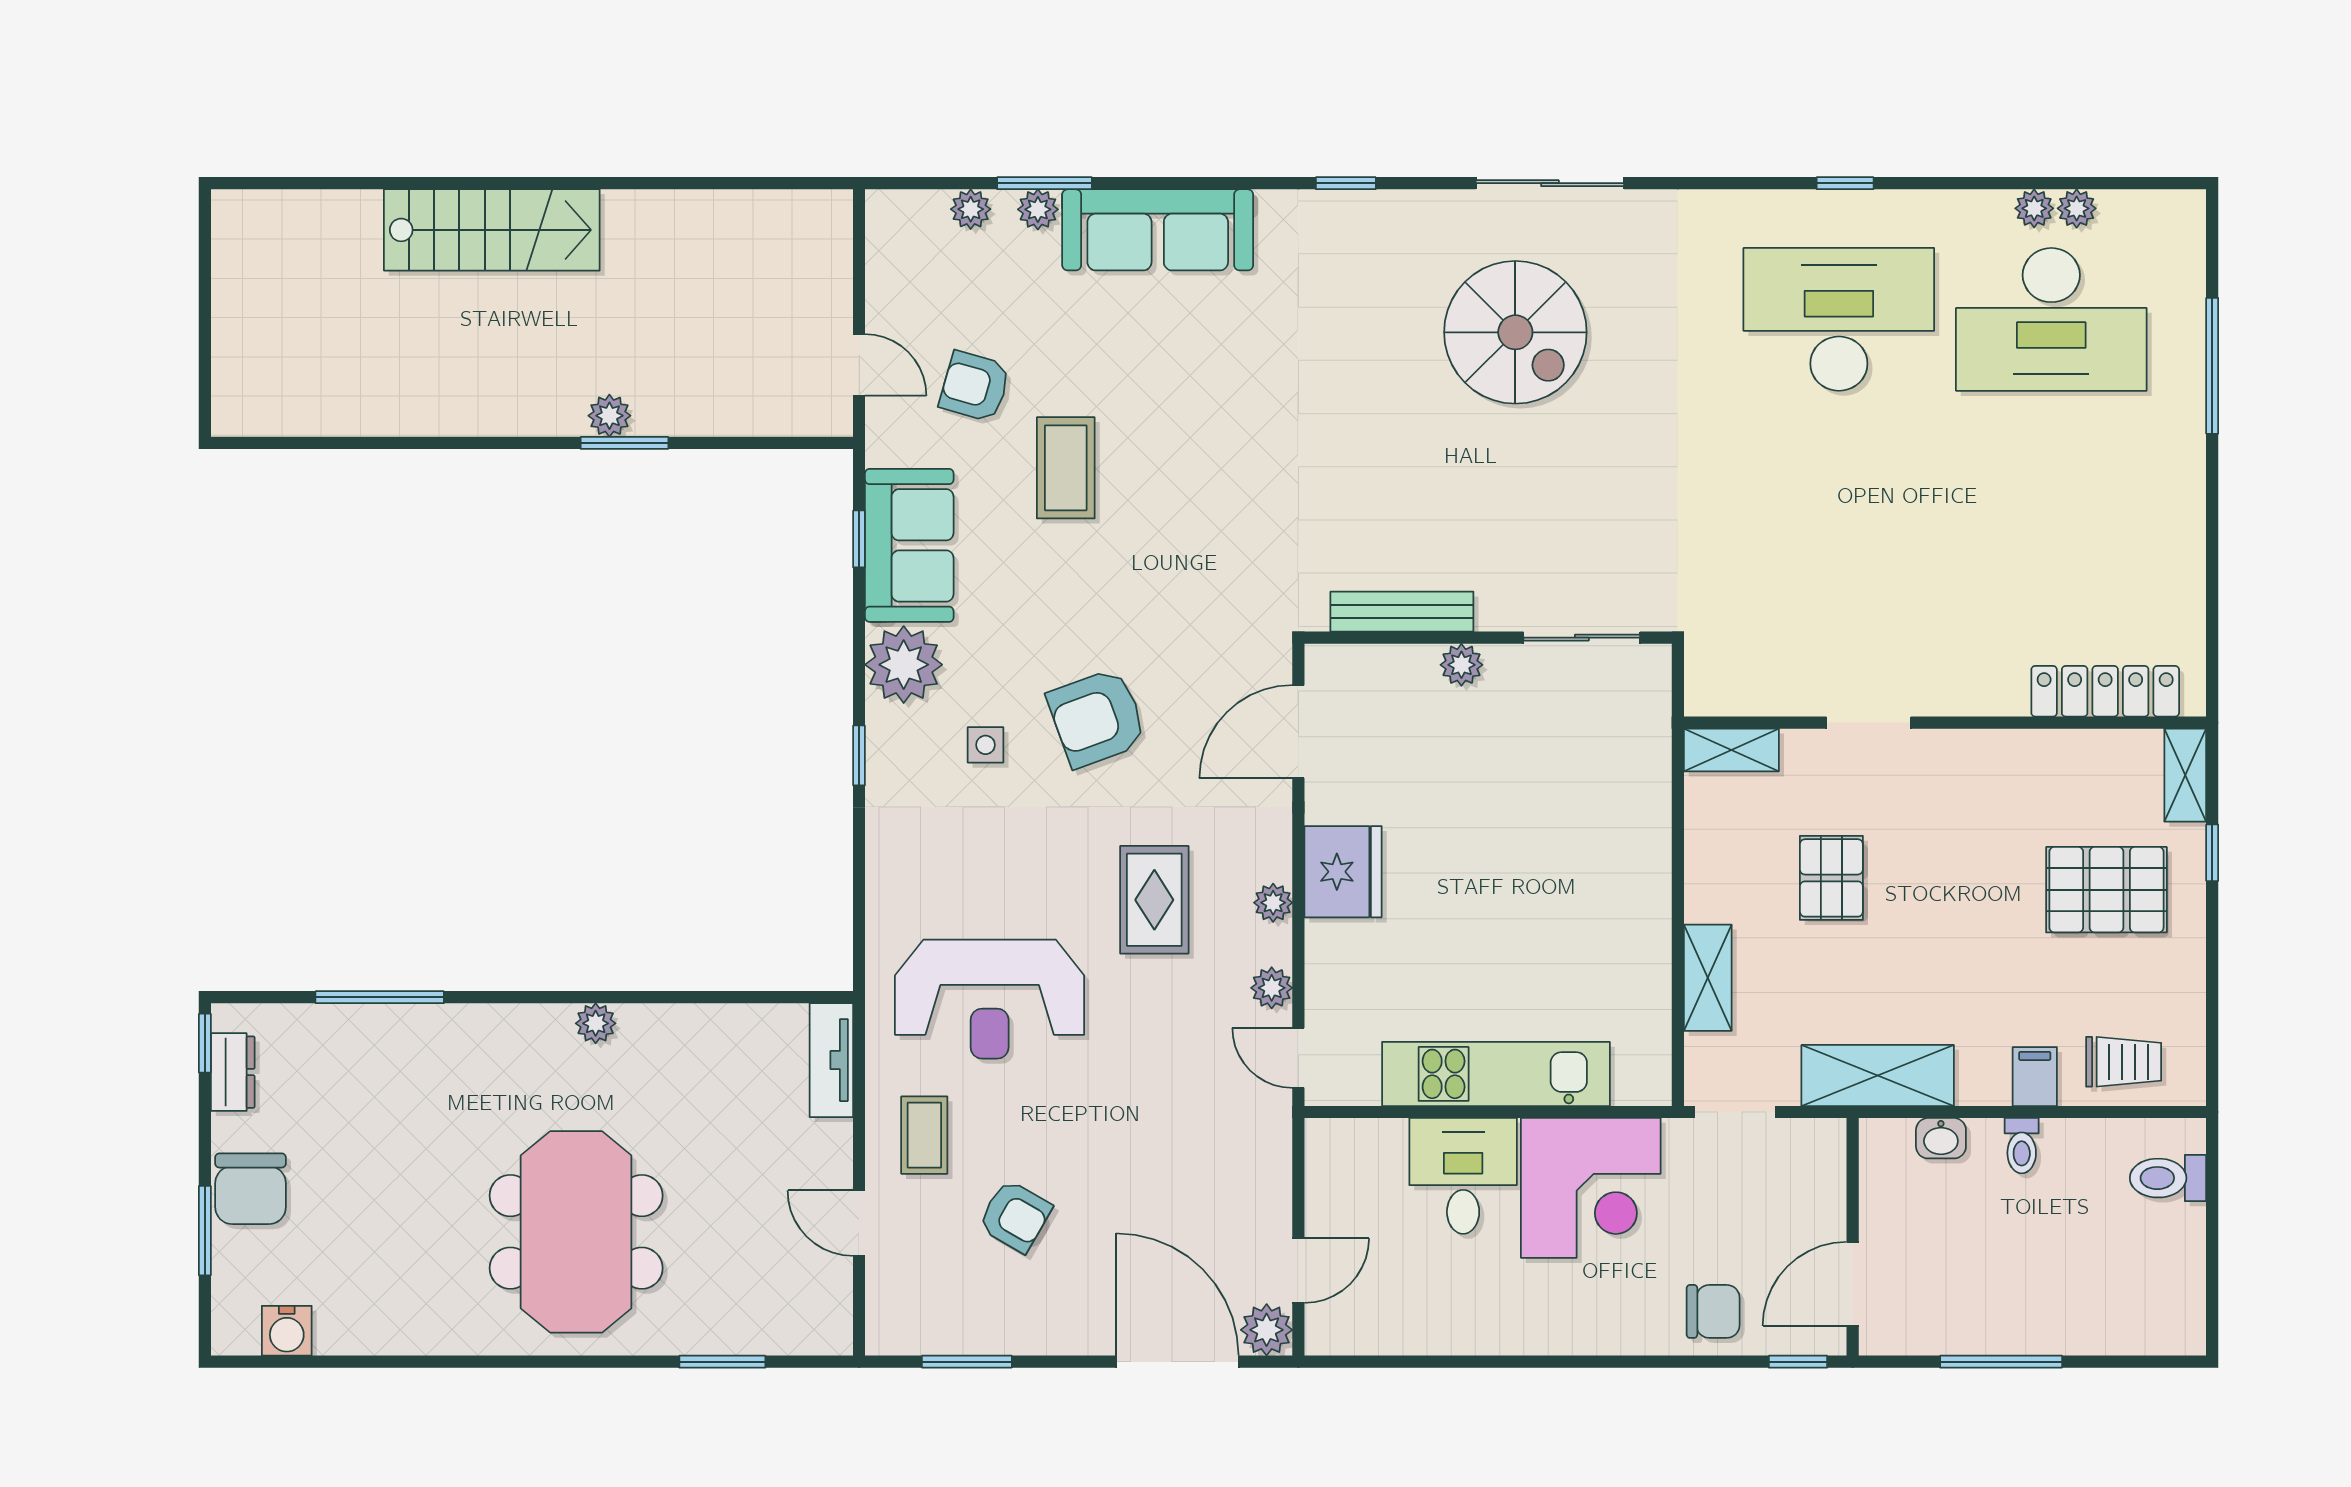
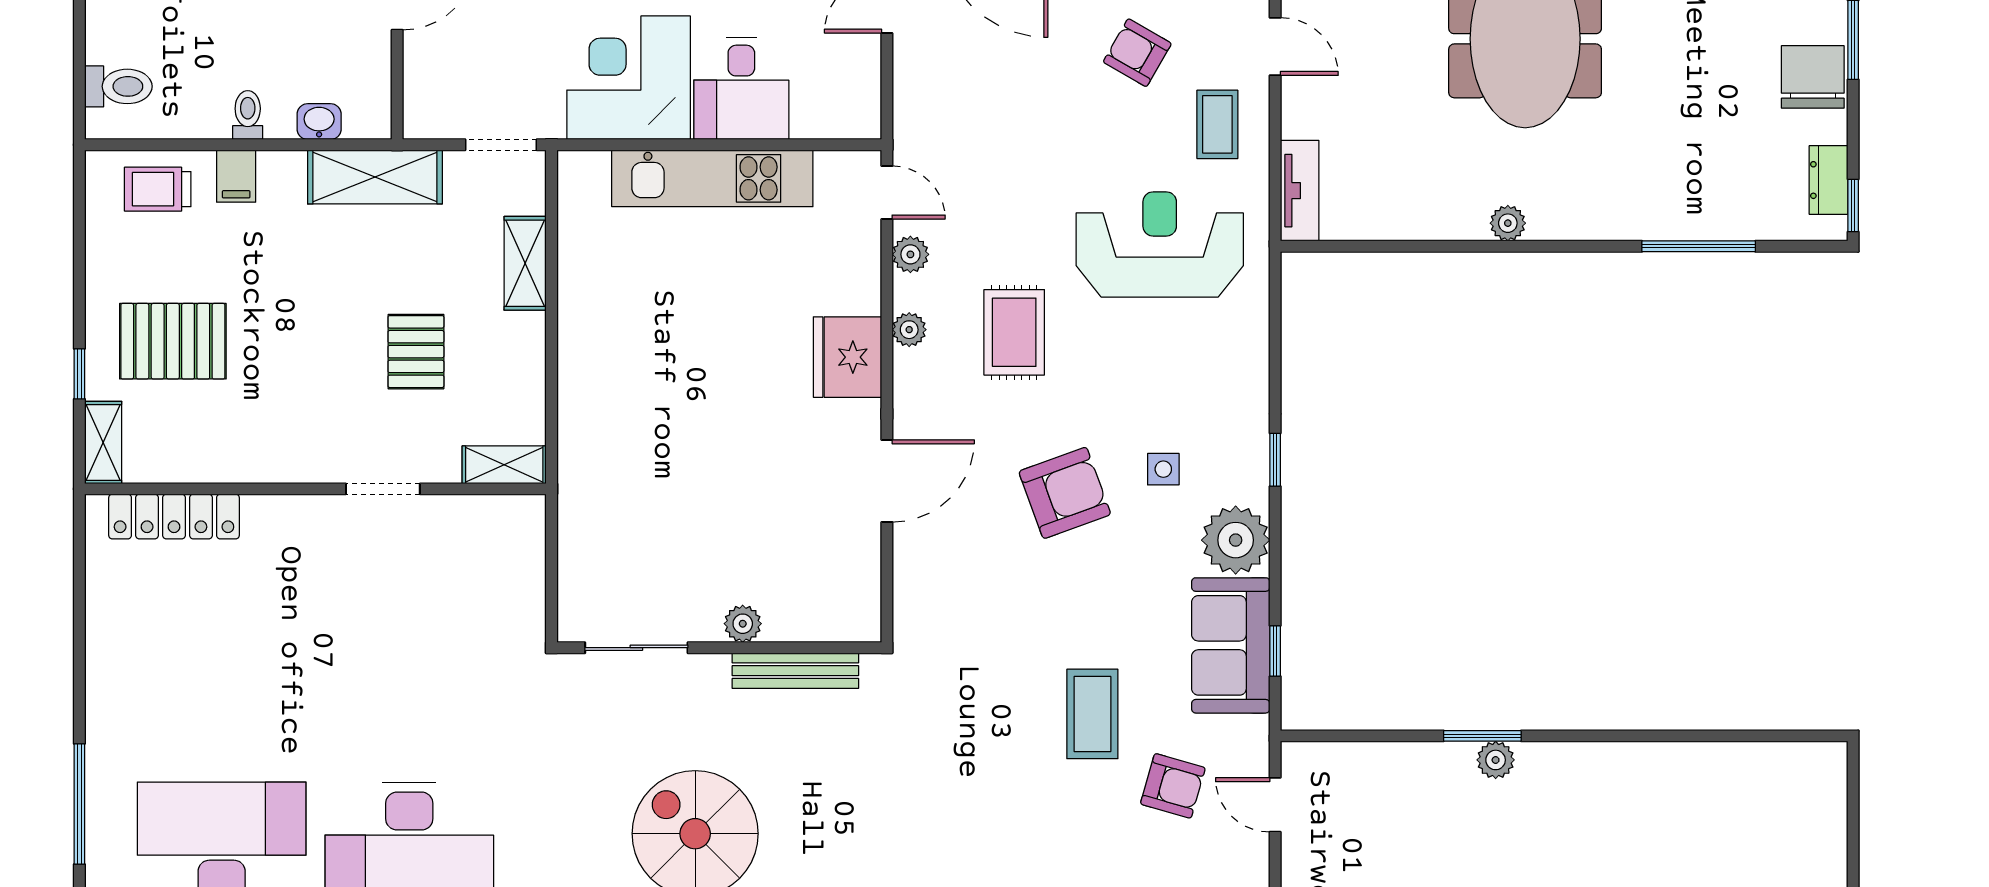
bench: (1402, 612) -> (795, 671), moved
wall: (1488, 638) -> (719, 648), moved
sliding door: (1582, 638) -> (636, 648), moved
plant: (1461, 665) -> (743, 624), moved

